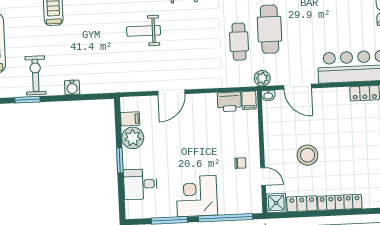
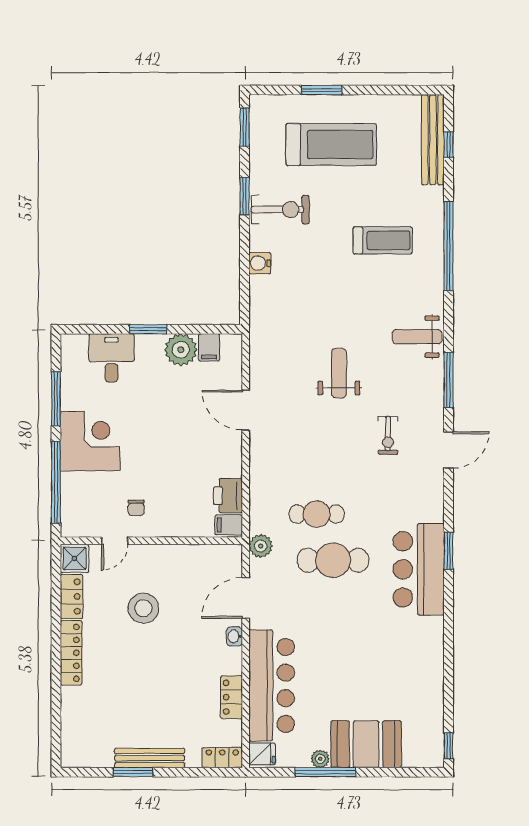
washbasin: (268, 96) -> (234, 636), moved

